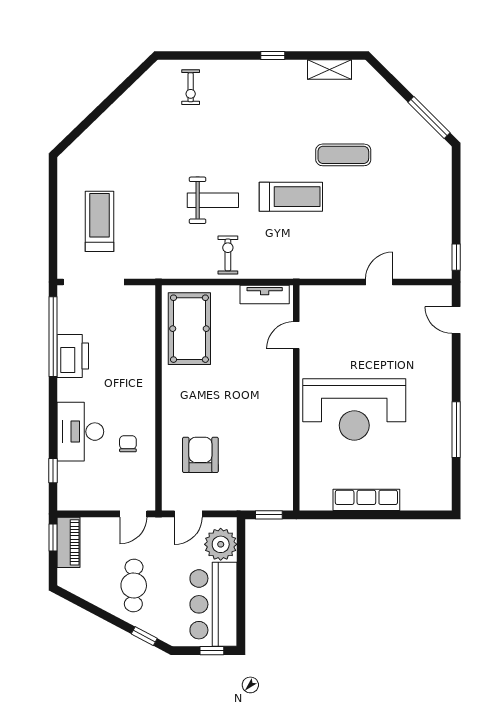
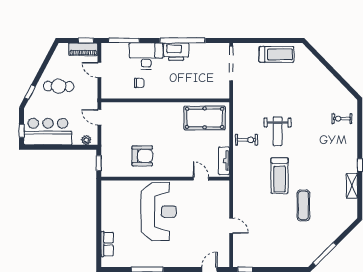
shelving: (330, 69) -> (352, 186), moved
treadmill: (99, 221) -> (277, 54), moved
window: (53, 337) -> (183, 40), moved
printer: (73, 356) -> (176, 52), moved
reception desk: (354, 409) -> (159, 212), turned 180
armchair: (200, 455) -> (142, 156), moved
window: (53, 471) -> (124, 40), width x2.17
row of seats: (366, 500) -> (107, 244), moved, width x0.68
door: (133, 514) -> (99, 70), moved
plant: (221, 544) -> (86, 140), width x0.53, depth x0.53

